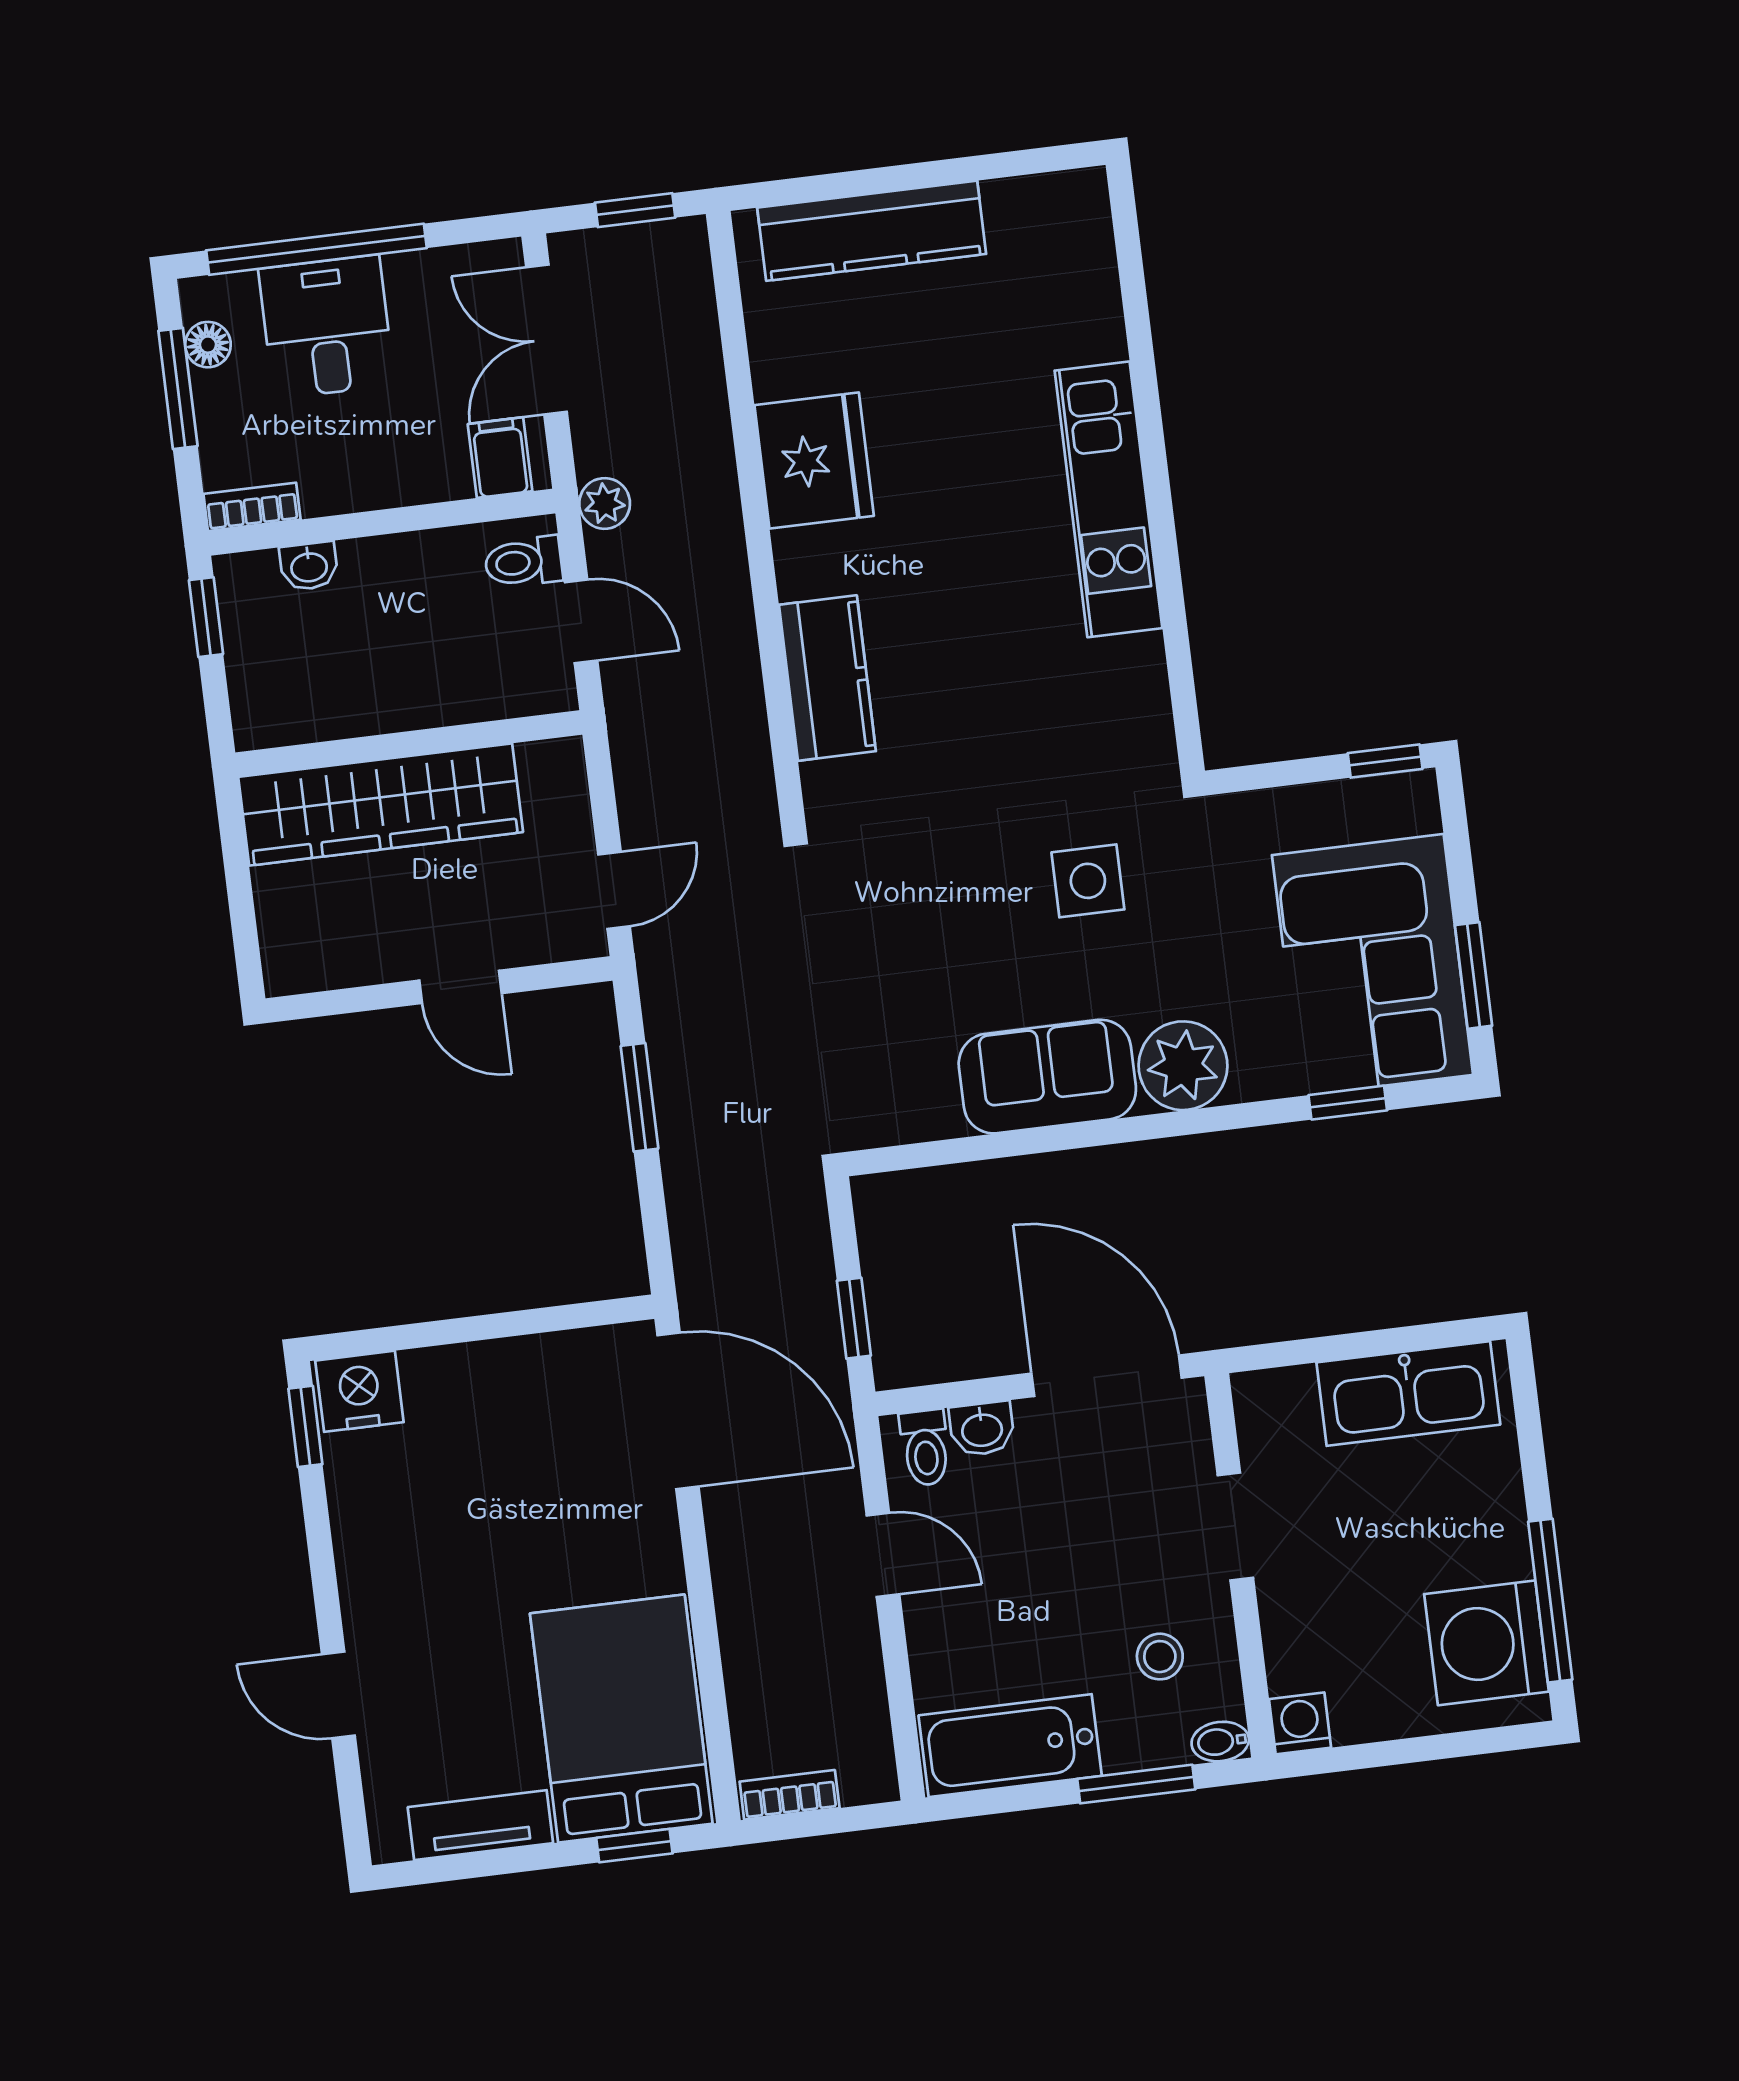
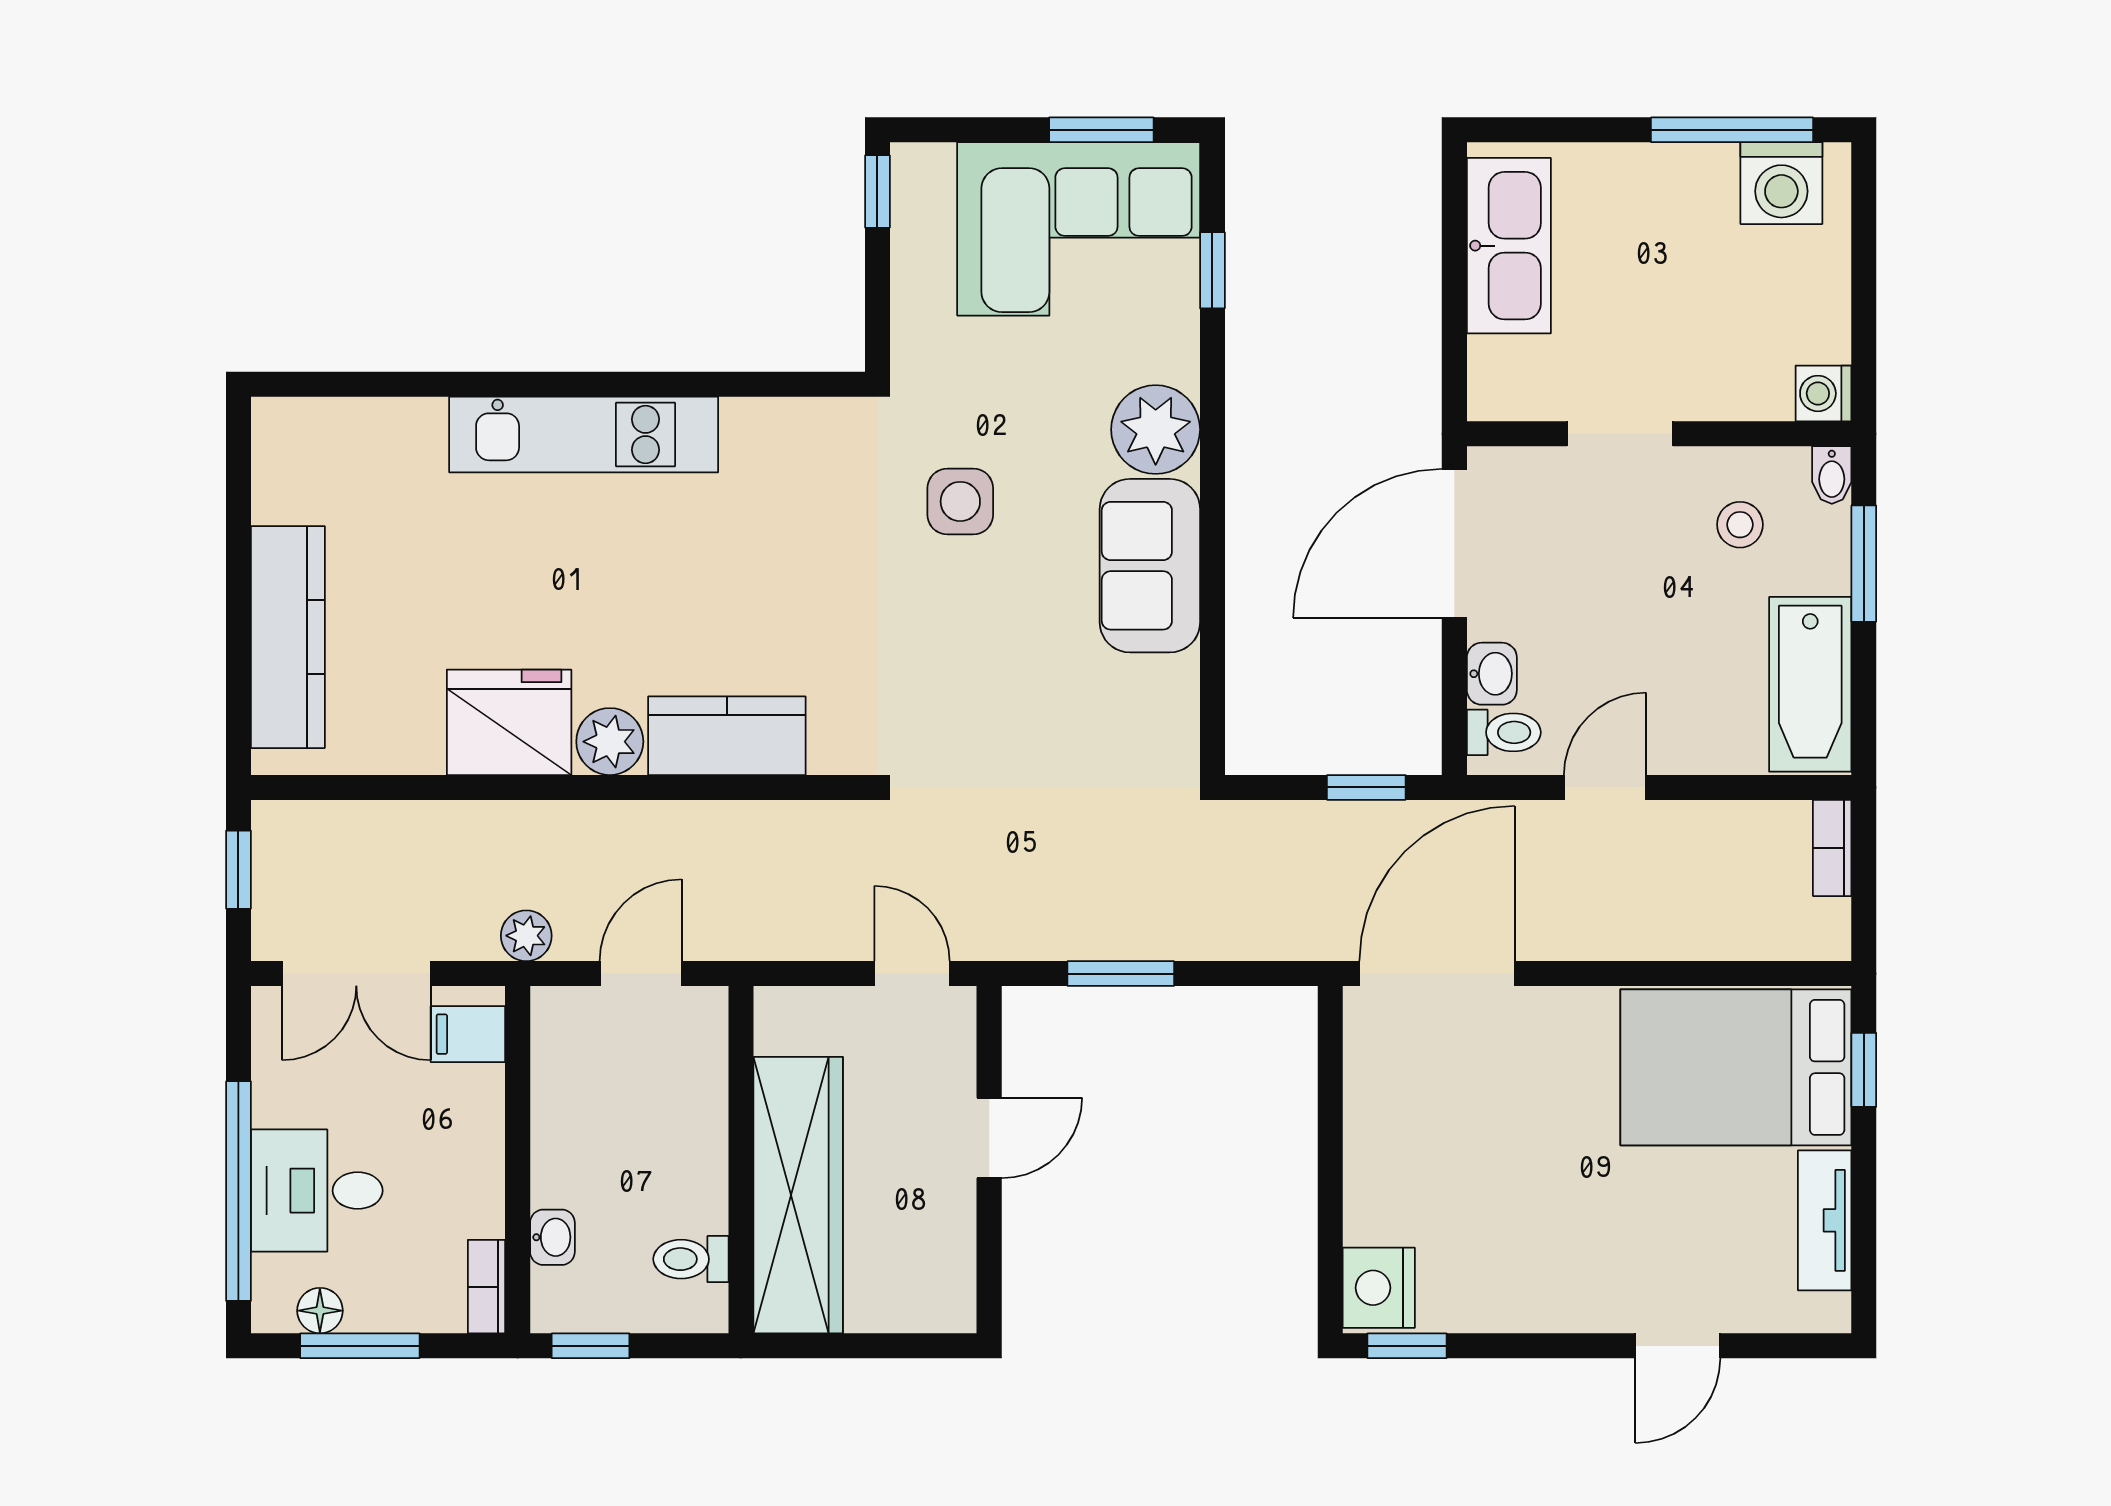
toilet: (523, 562) -> (691, 1259), moved, turned 90
plant: (807, 563) -> (610, 742), added
washing machine: (1487, 1643) -> (1781, 183), width x0.73, depth x0.73
bookcase: (790, 1795) -> (1832, 848), moved

